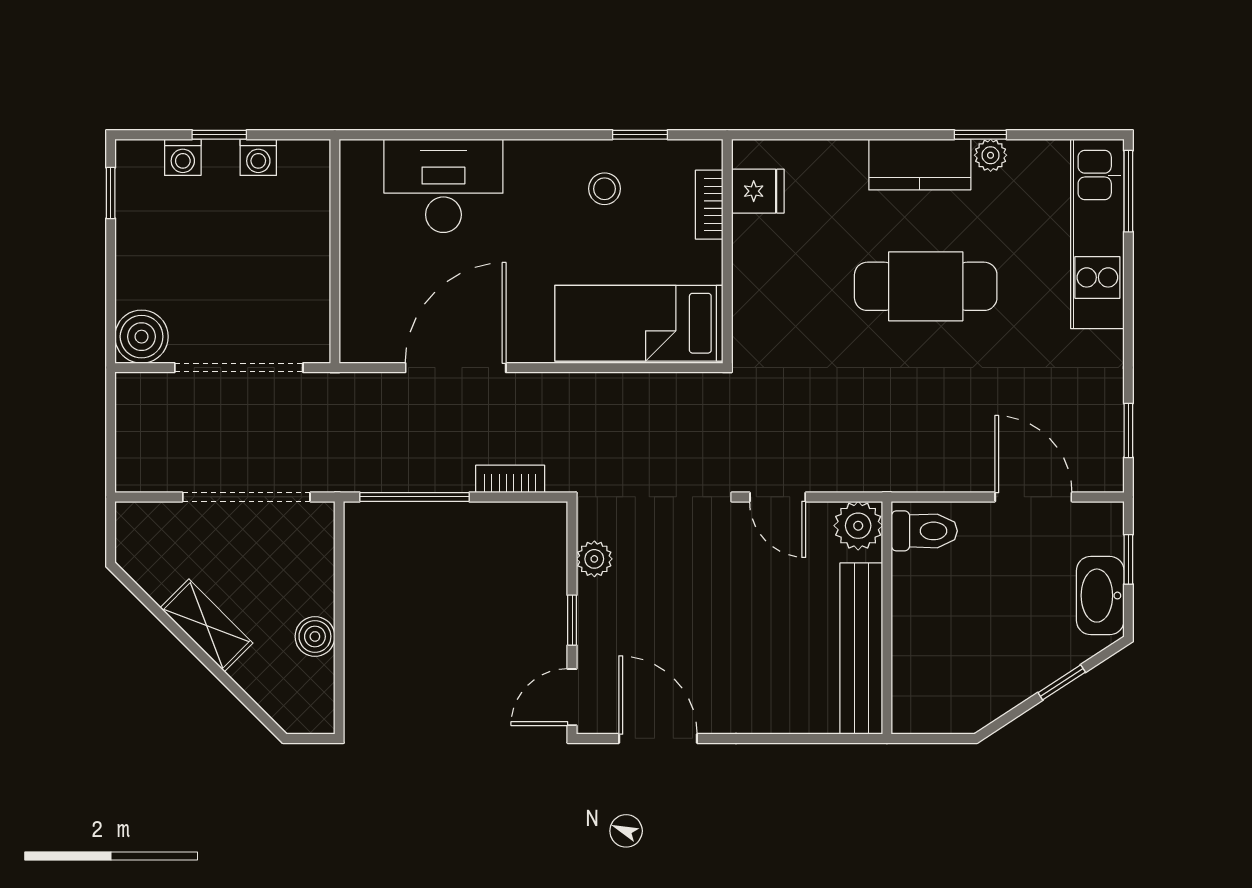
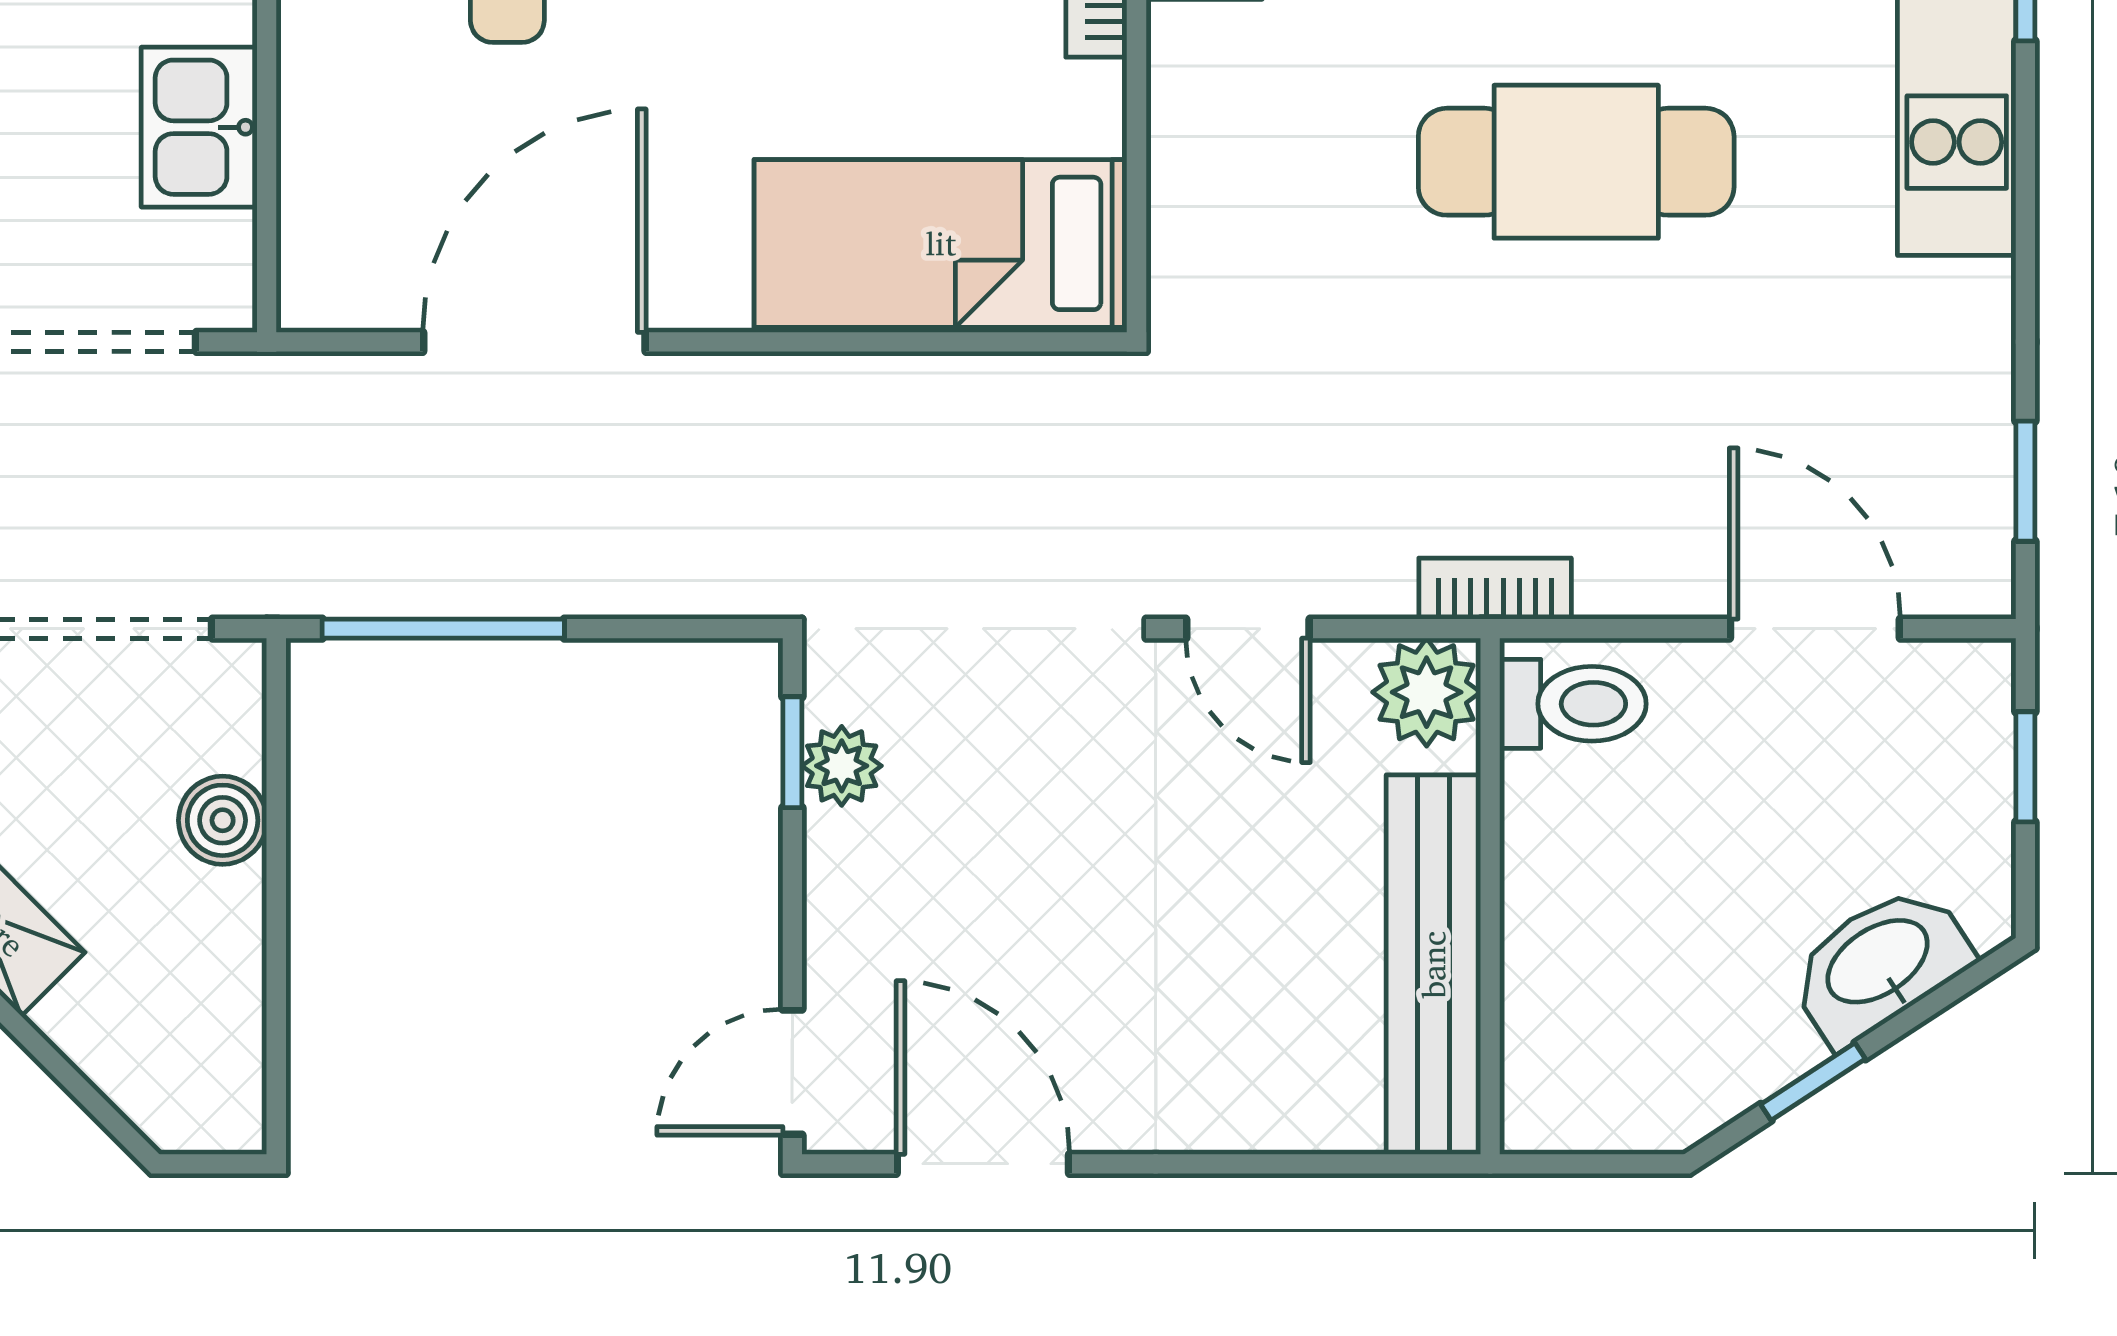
kitchen sink: (304, 271) -> (199, 127), added
bookcase: (510, 479) -> (1495, 589), moved
washbasin: (1100, 596) -> (1879, 964), moved, turned 57
window: (572, 620) -> (792, 752), moved
boiler: (315, 636) -> (223, 820), moved
window: (1062, 682) -> (1813, 1082), moved

